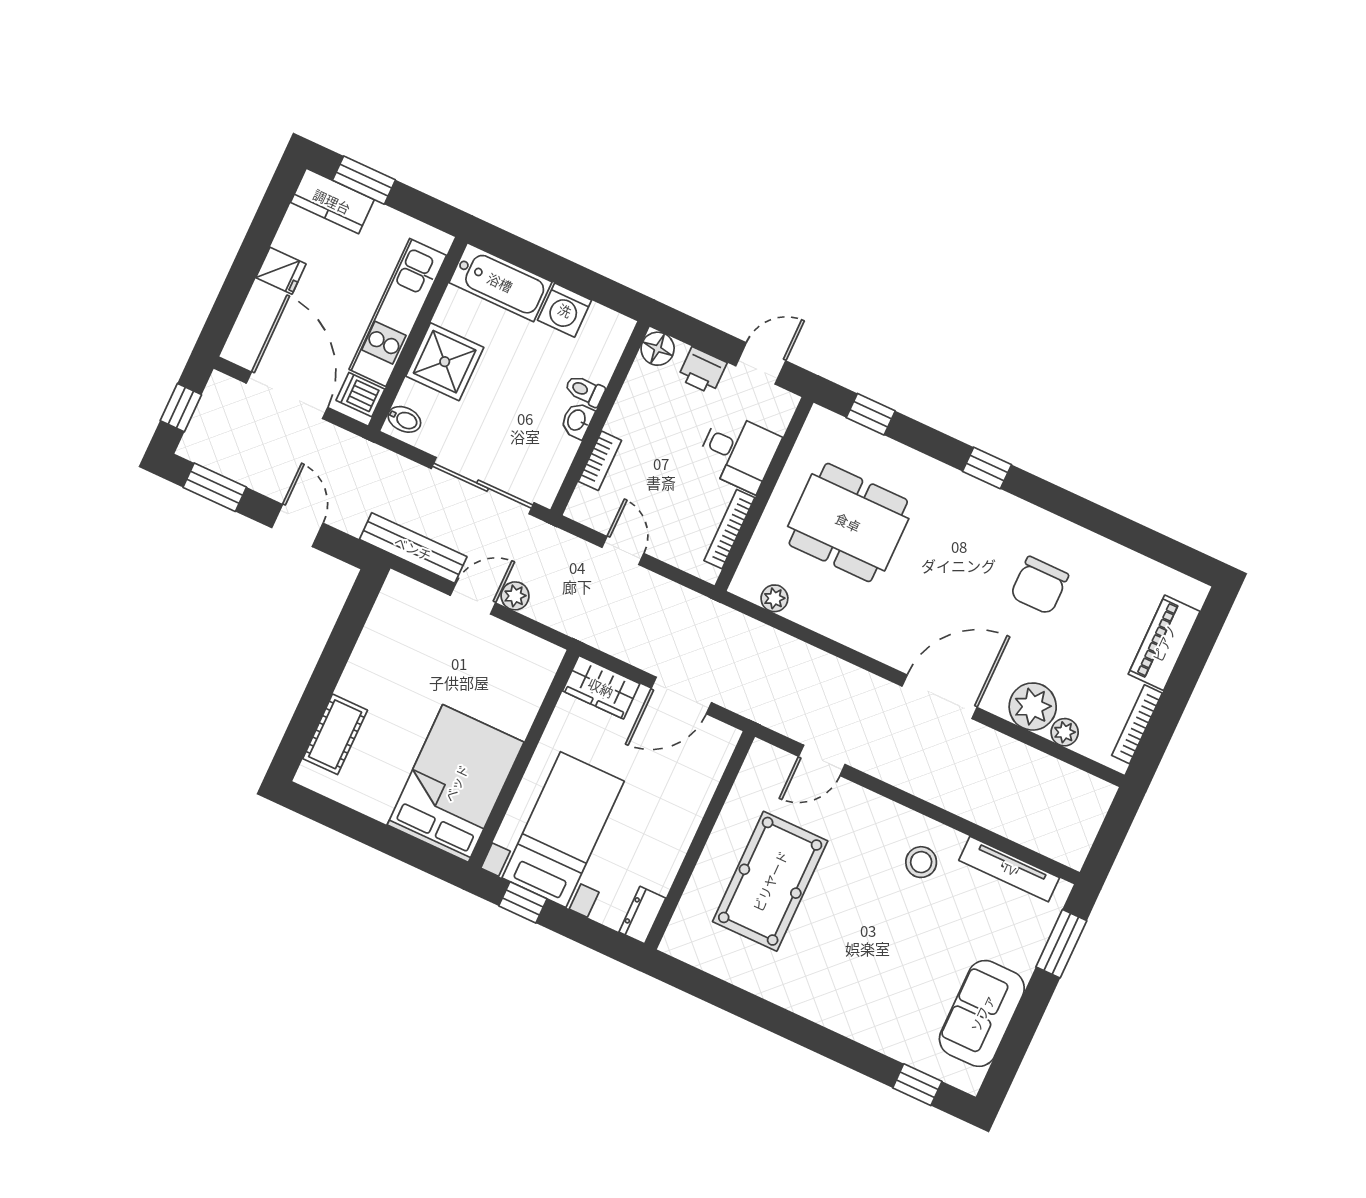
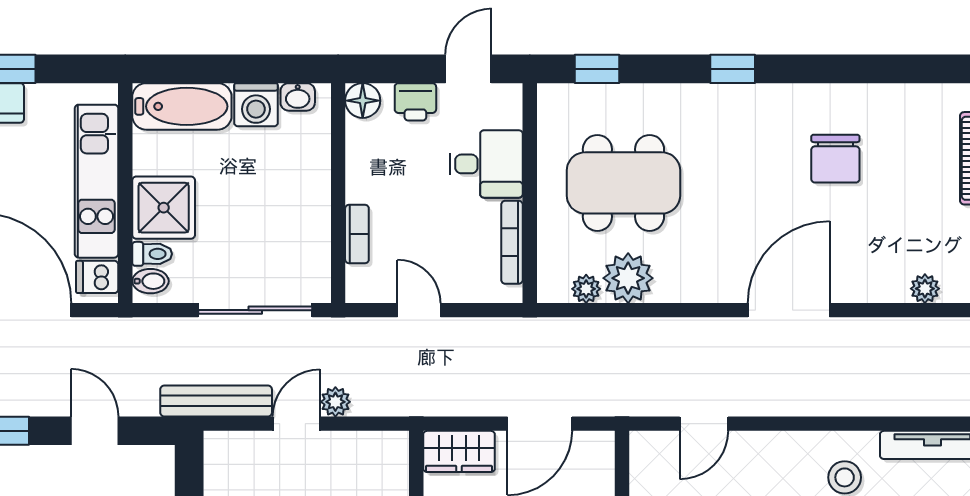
toilet: (585, 391) -> (152, 254), moved, turned 180
washbasin: (577, 420) -> (298, 97), moved, turned -90
plant: (1033, 707) -> (628, 278), moved

